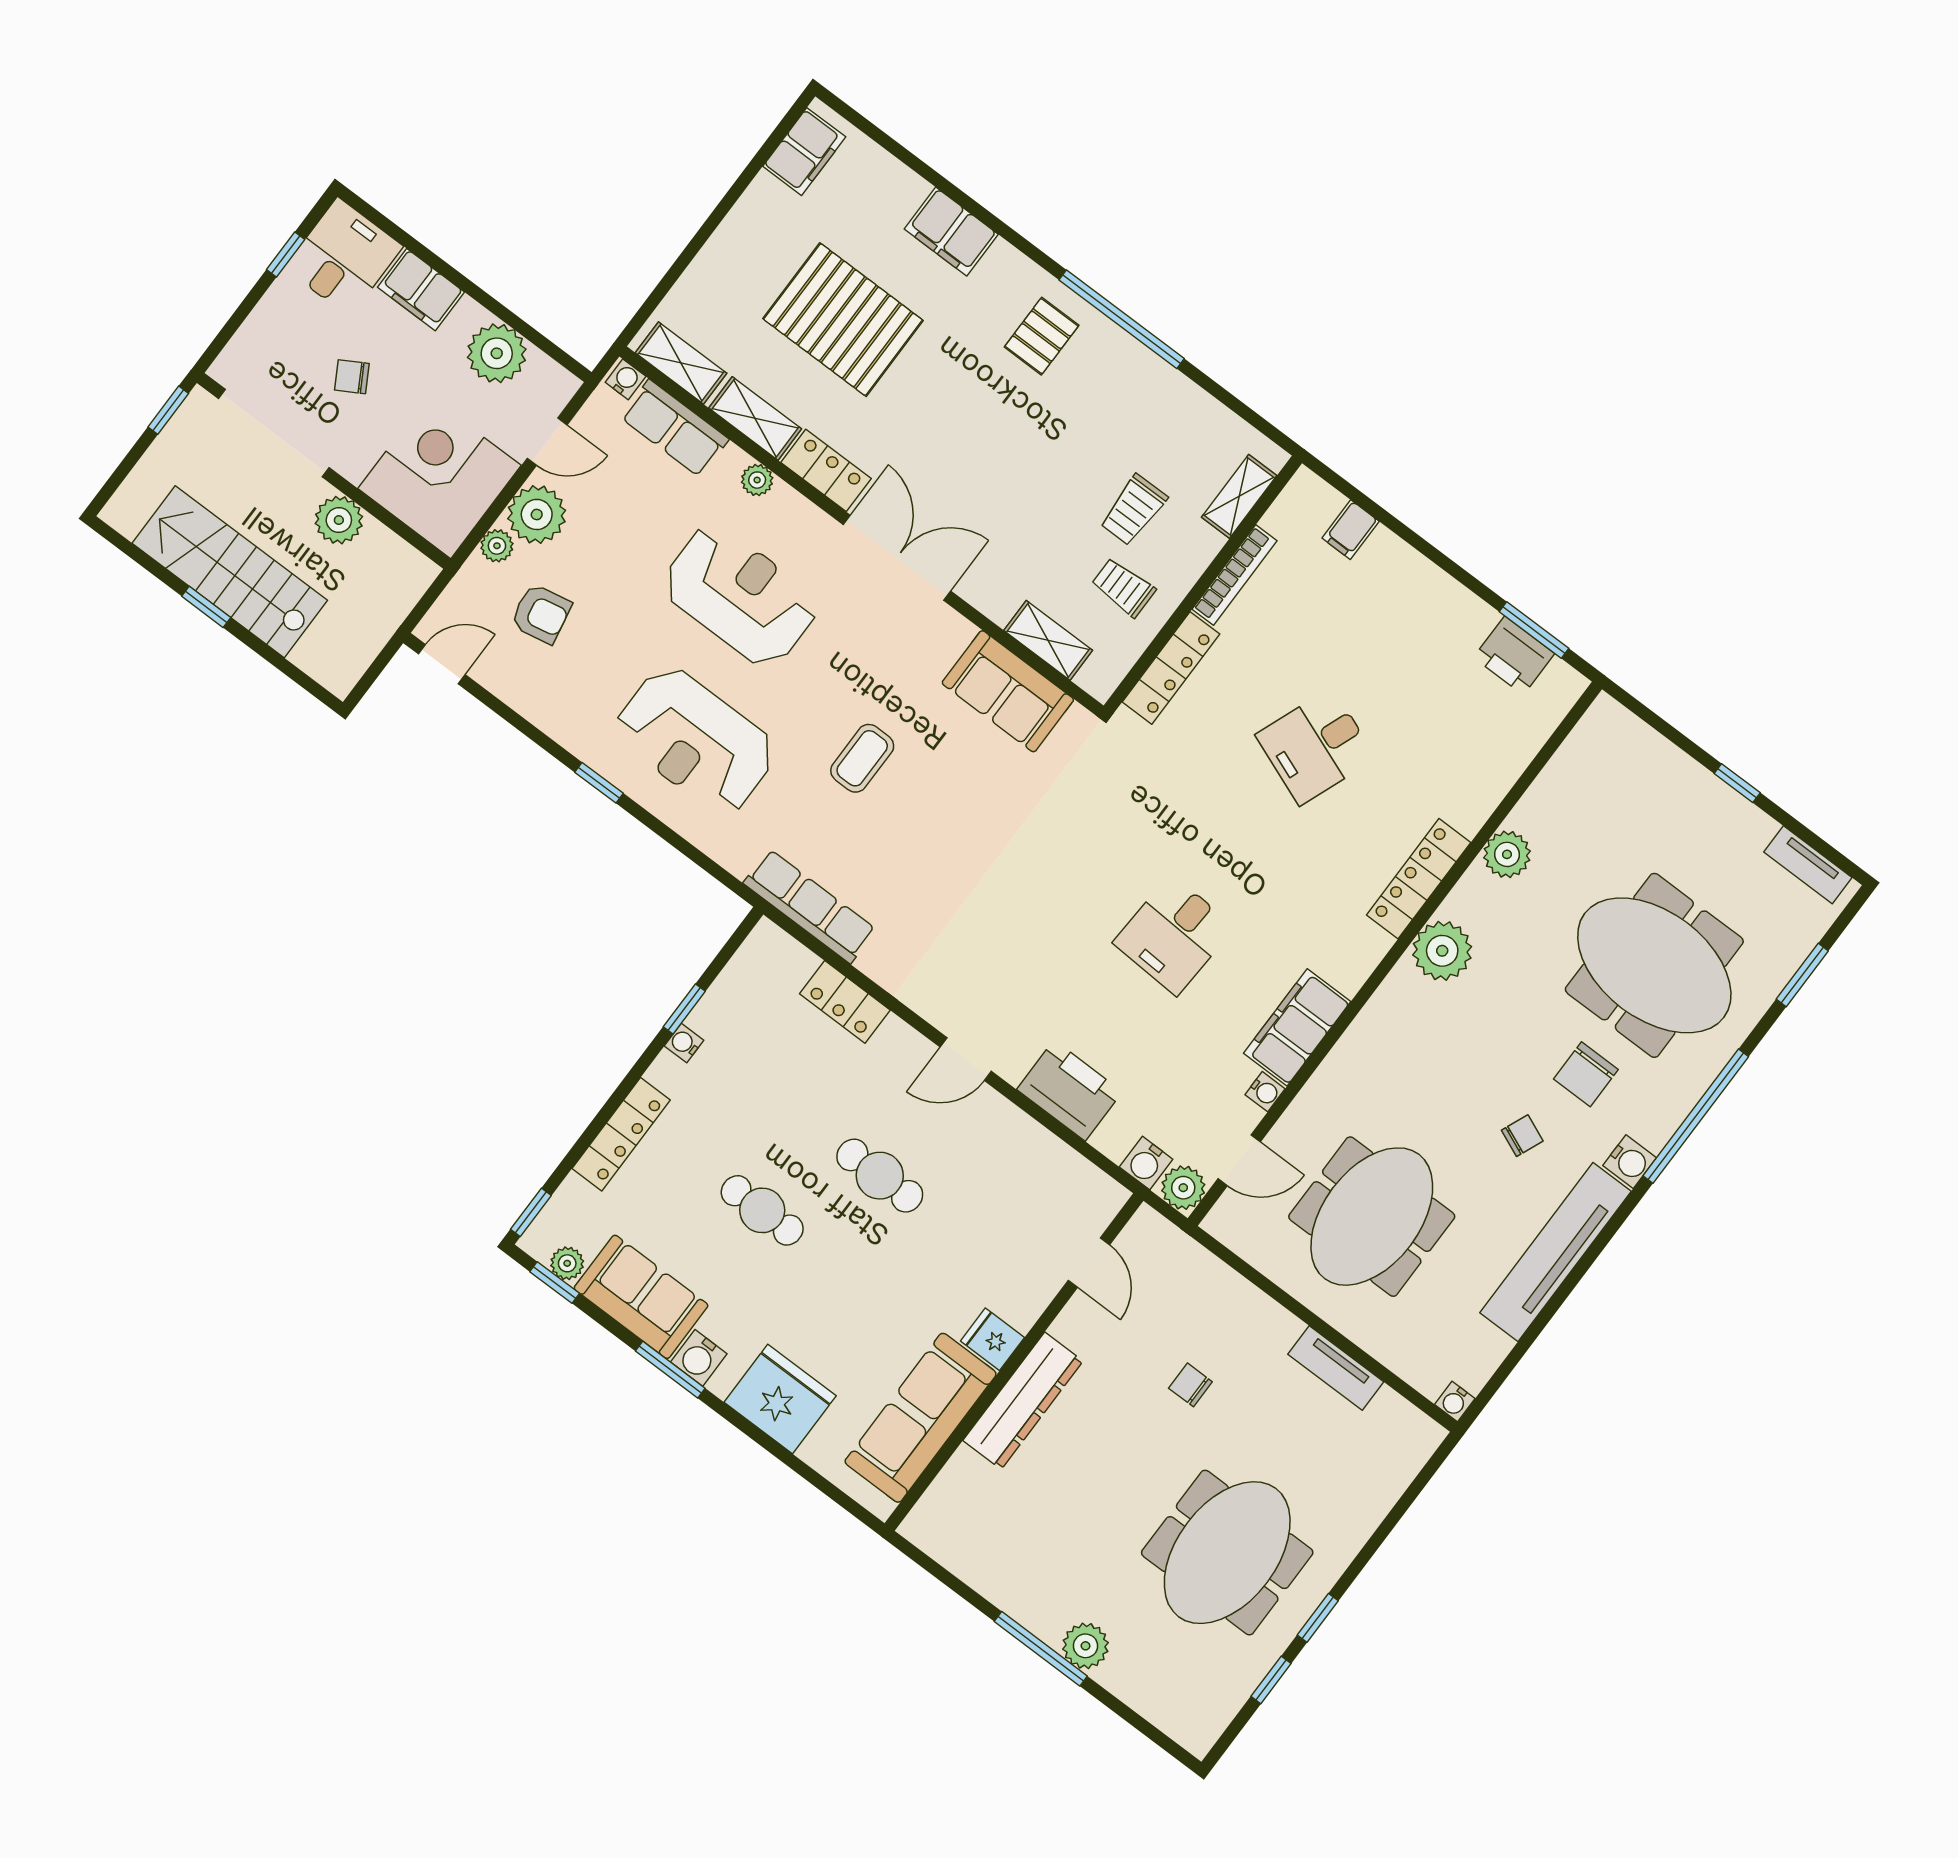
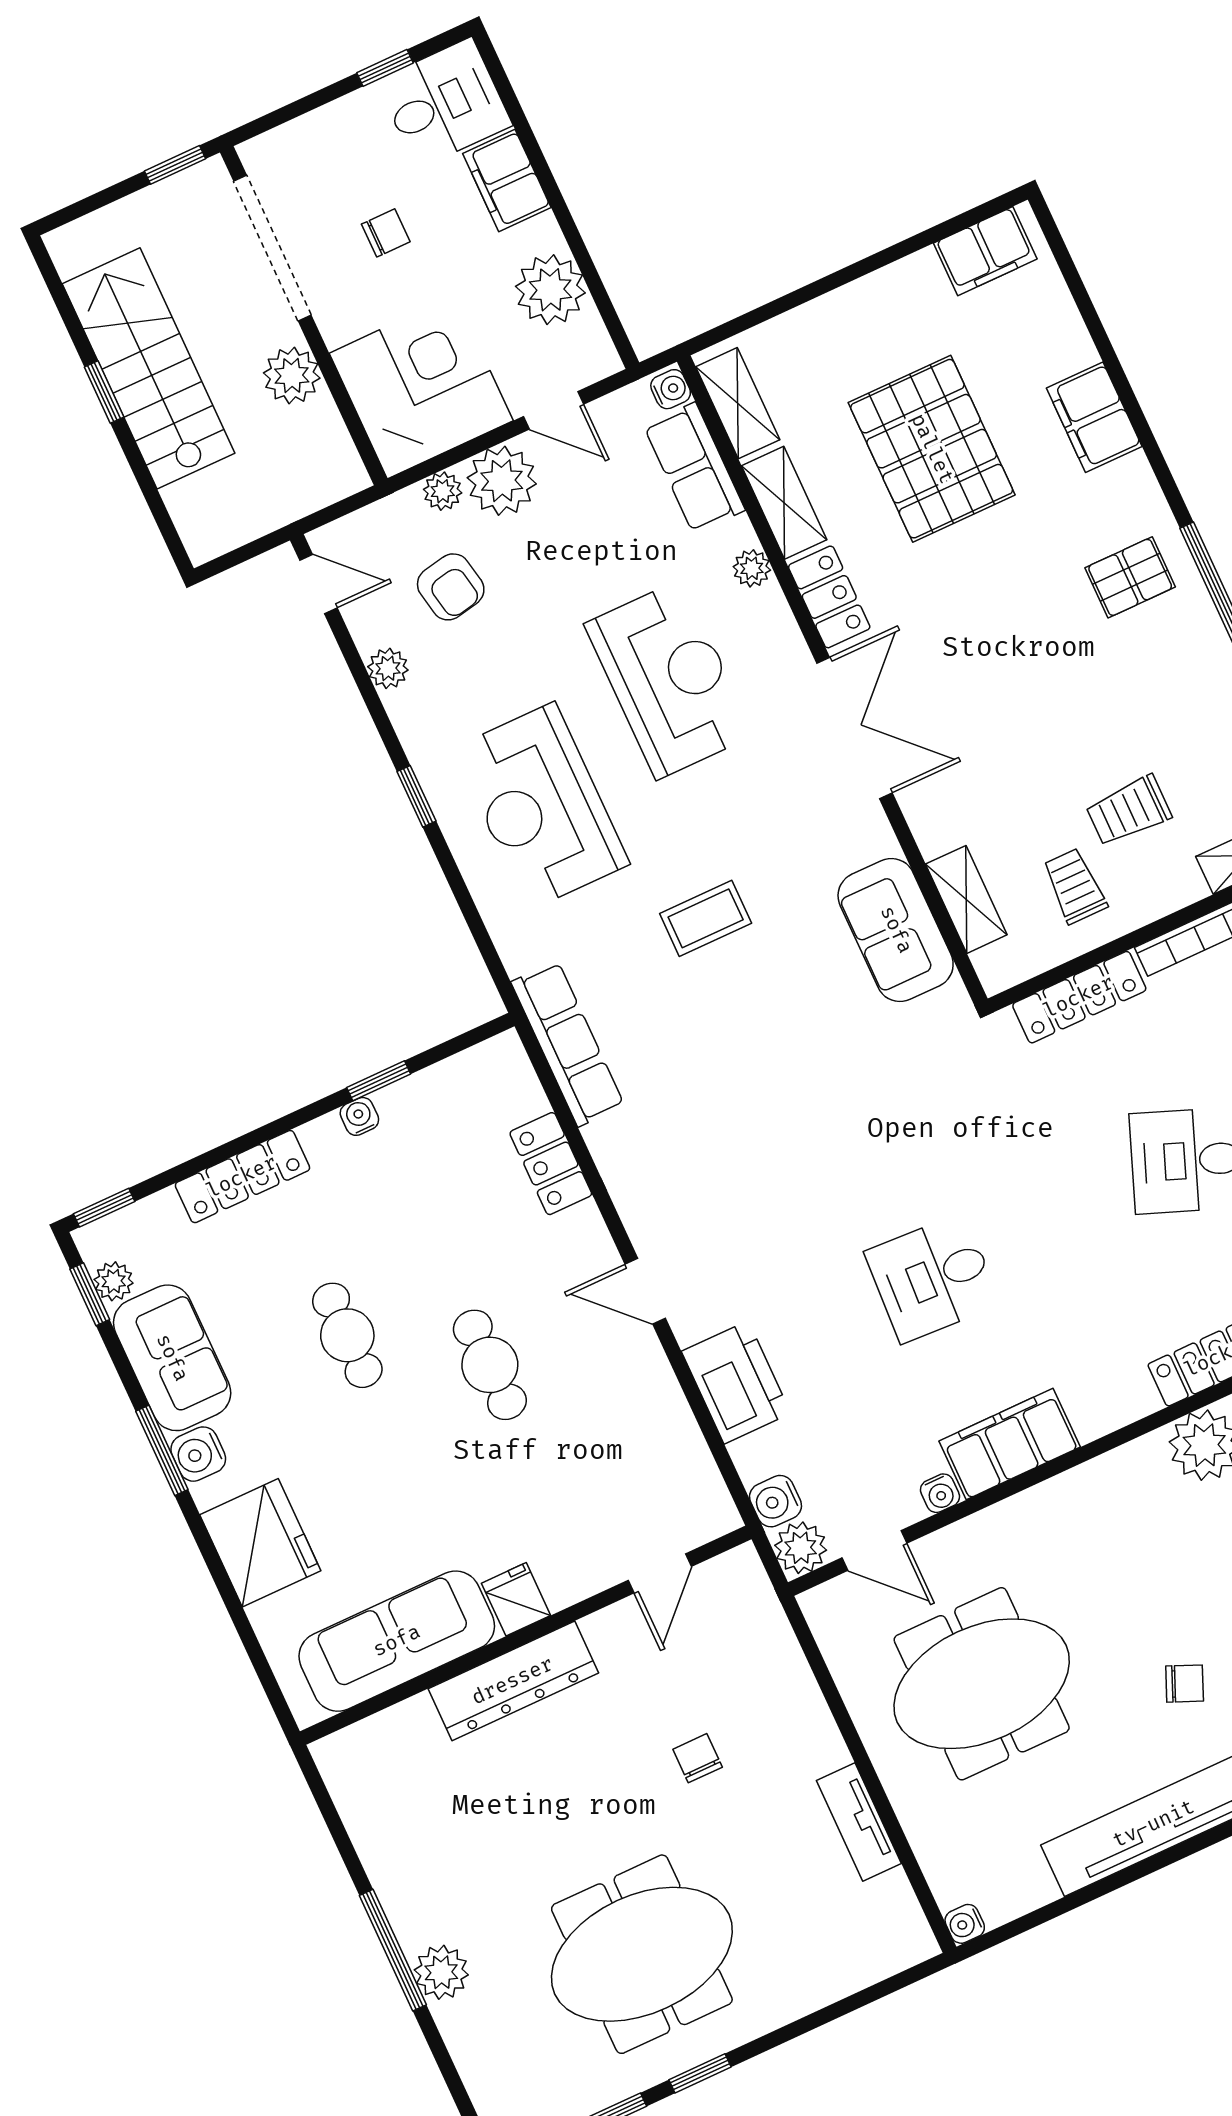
chair: (352, 377) -> (386, 233), turned 120
plant: (527, 699) -> (388, 668), added

